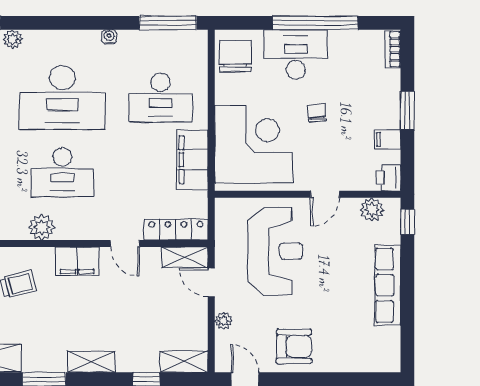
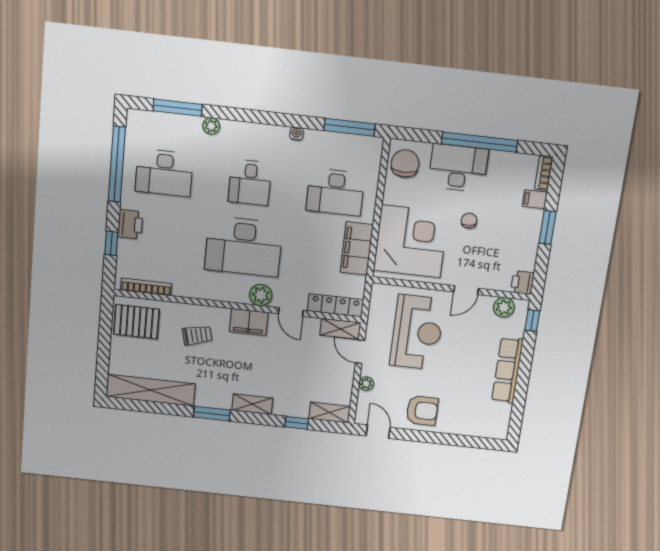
desk: (62, 98) -> (250, 182), width x0.53, depth x0.77
filing cabinet: (388, 139) -> (535, 199), moved
desk: (62, 172) -> (244, 247), width x1.36, depth x1.30
plant: (42, 227) -> (261, 295), moved

